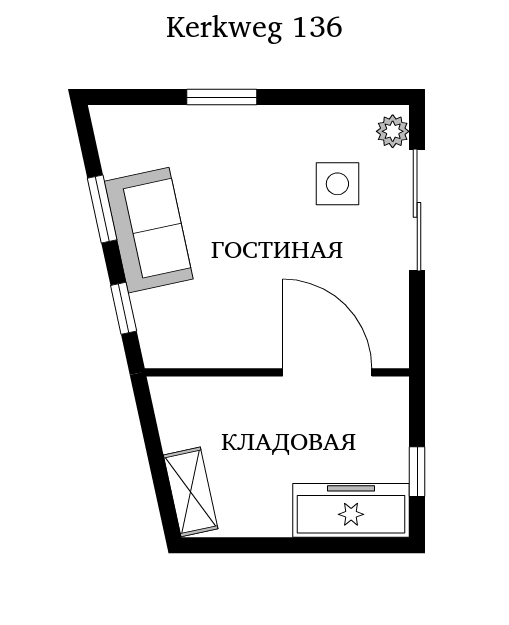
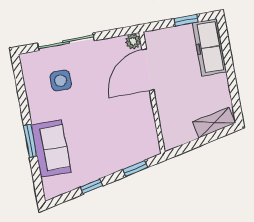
plant: (393, 131) -> (133, 41), moved
window: (102, 209) -> (92, 186), width x0.67
sofa: (149, 230) -> (51, 149), moved, turned 102

